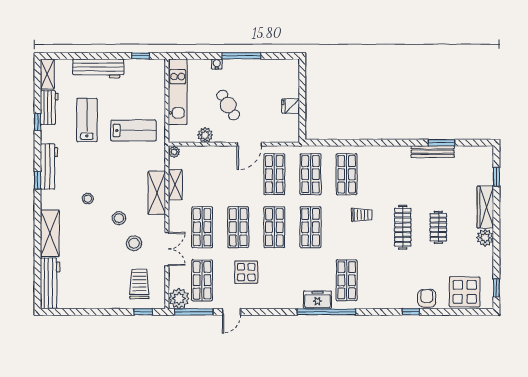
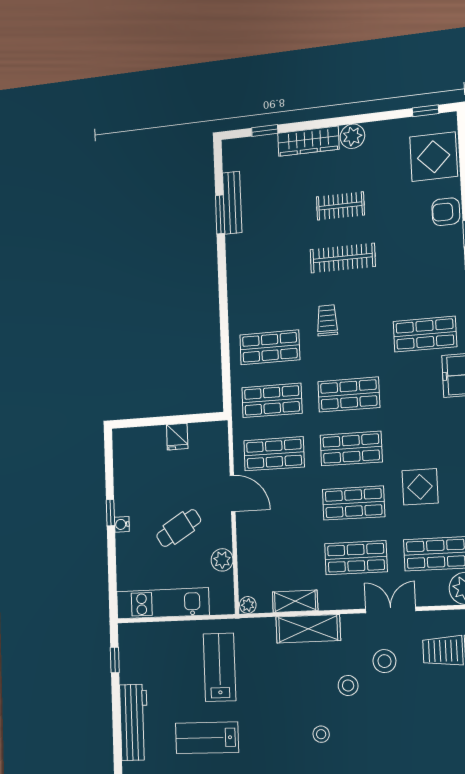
window: (241, 56) -> (110, 513), width x0.46
water cooler: (217, 64) -> (122, 524), moved
bench: (433, 152) -> (232, 203), moved

